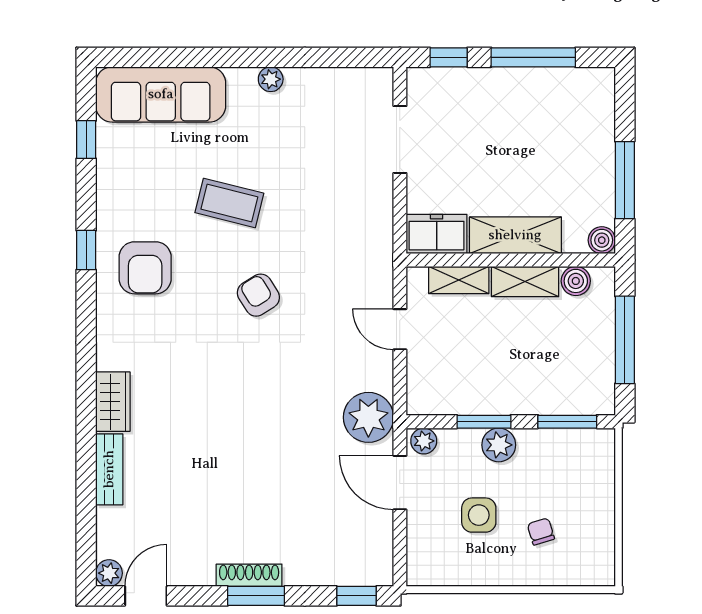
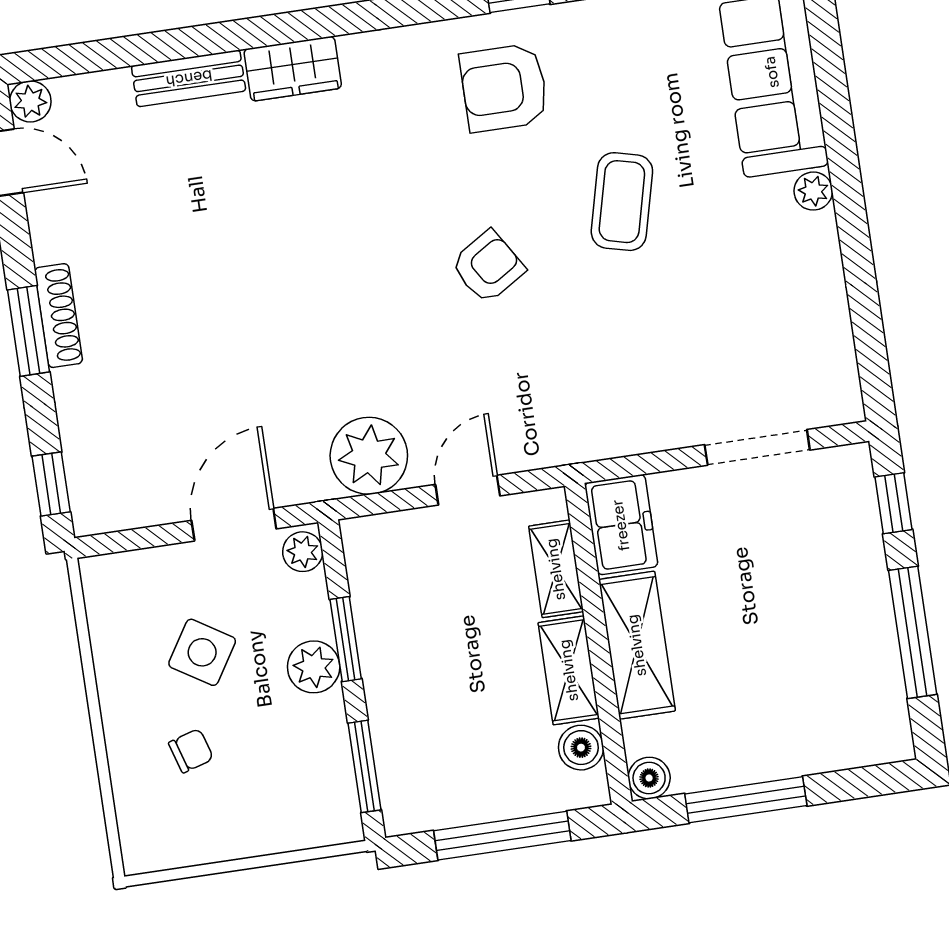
plant: (271, 79) -> (813, 191), moved
plant: (368, 417) -> (369, 456), moved
side table: (479, 515) -> (202, 652), turned 32

